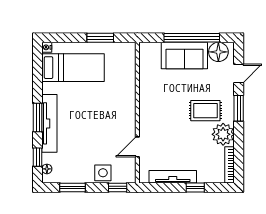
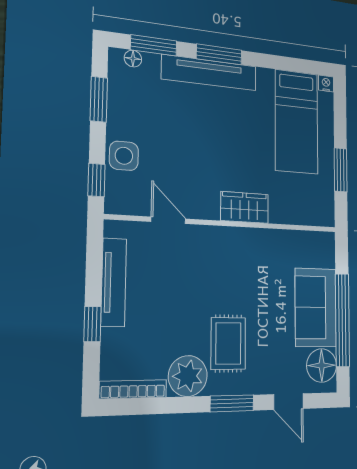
wardrobe: (127, 101) -> (245, 207), added
window: (38, 157) -> (154, 45), width x1.50

